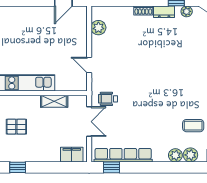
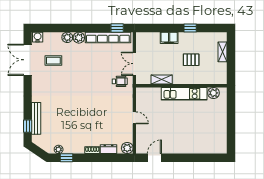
dresser: (164, 12) -> (108, 149), moved
plant: (98, 28) -> (127, 148), moved
door: (89, 65) -> (134, 118), moved
filing cabinet: (72, 155) -> (169, 38), moved
plant: (190, 155) -> (79, 38), moved

